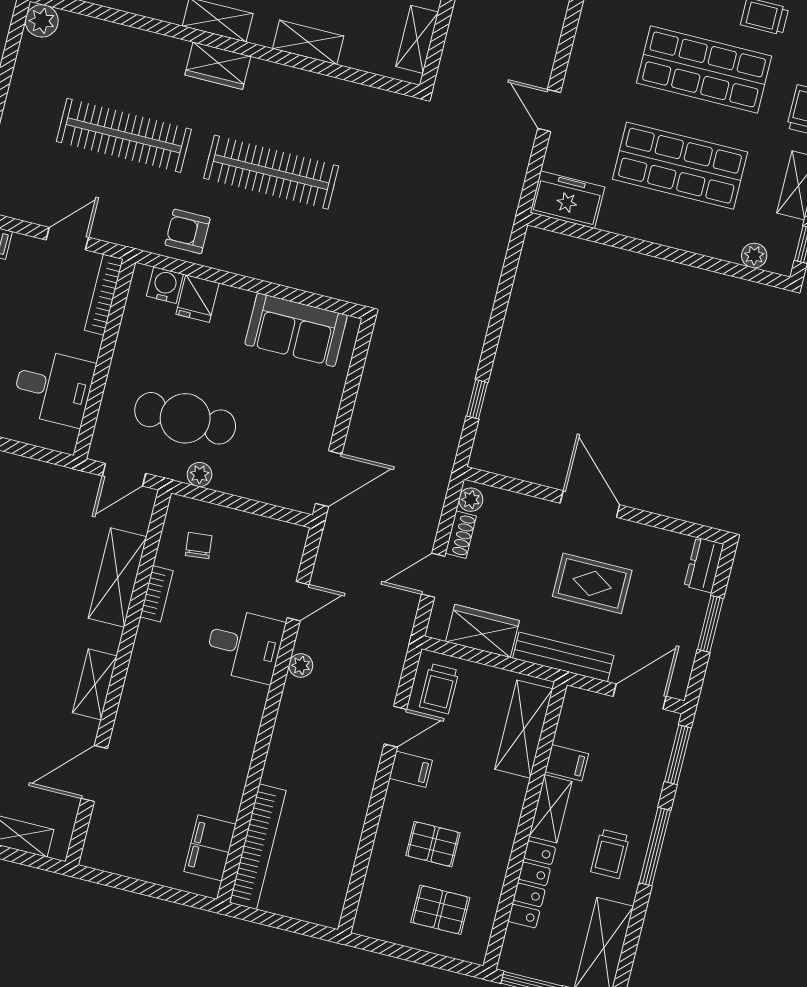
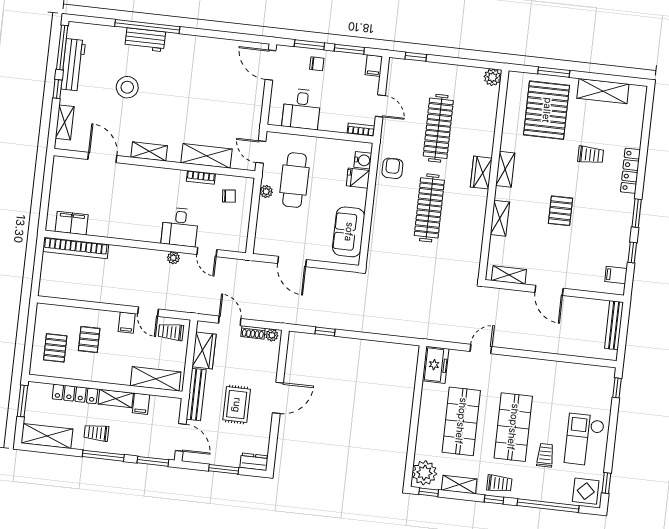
plant: (754, 256) -> (425, 473), width x1.87, depth x1.87
bookcase: (104, 295) -> (361, 130), width x0.64
door: (329, 479) -> (292, 262), moved

